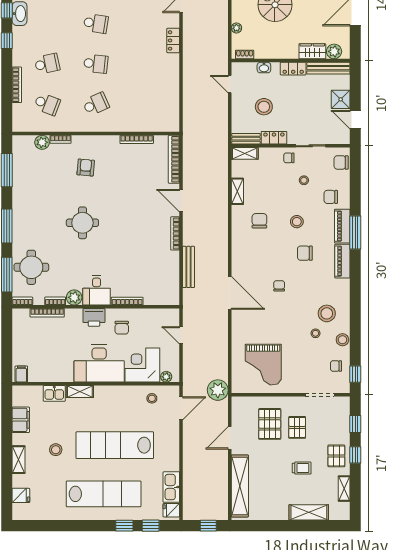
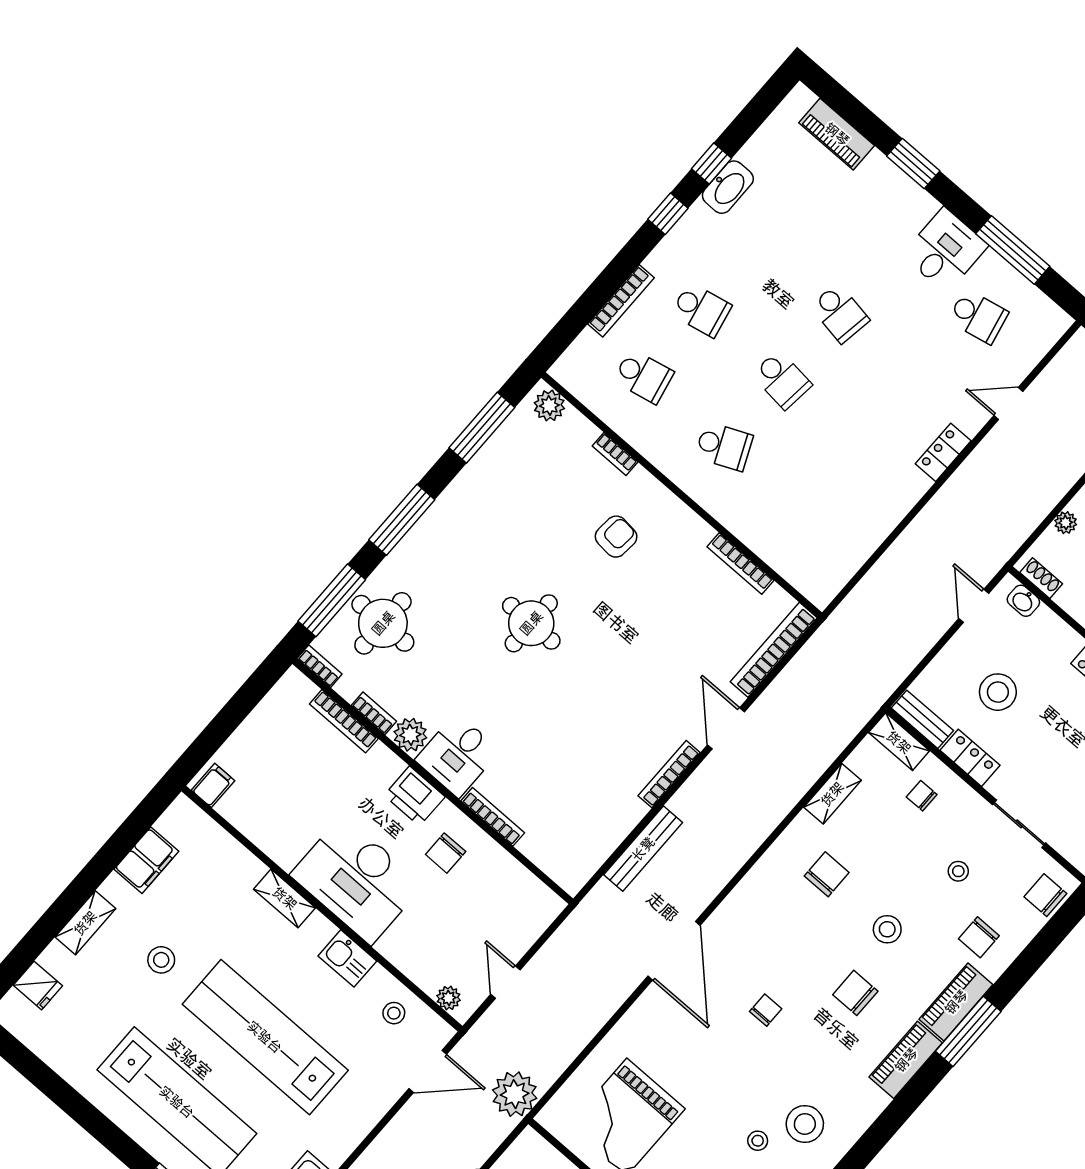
washbasin: (264, 68) -> (1023, 601), moved
school desk: (47, 104) -> (643, 376), turned -33
plant: (42, 142) -> (549, 406), moved
chair: (289, 158) -> (922, 796), moved
chair: (331, 197) -> (979, 937), turned -90
door: (181, 335) -> (505, 982), moved
corner desk: (142, 365) -> (426, 944), removed
kitchen sink: (54, 393) -> (347, 958), moved

